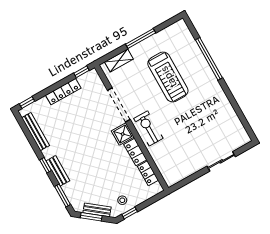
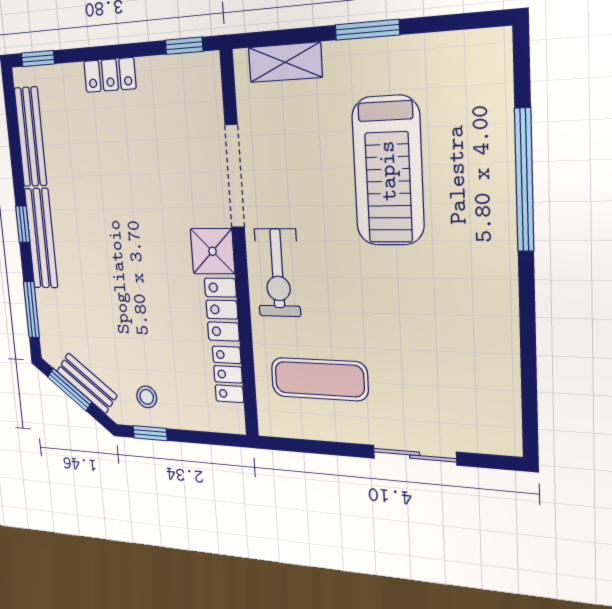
window: (141, 38) -> (367, 30), width x0.69
locker: (63, 92) -> (110, 75), width x0.66
exercise bike: (148, 128) -> (278, 273), turned 180
exercise mat: (179, 156) -> (319, 379), added
bench: (58, 171) -> (41, 238), width x1.36

